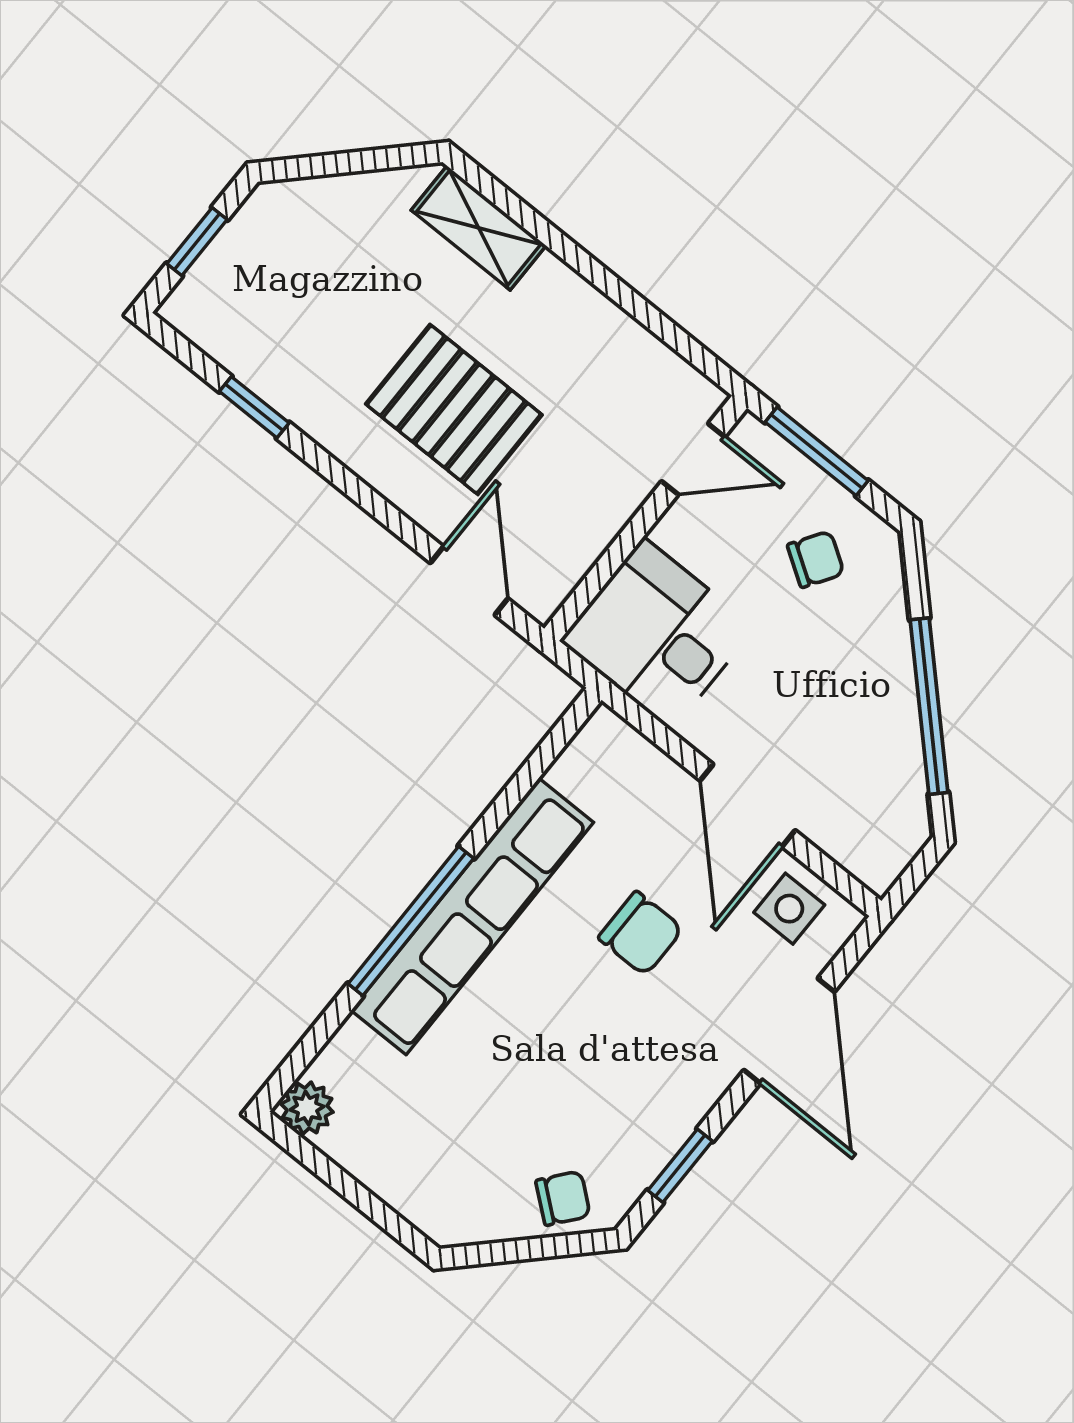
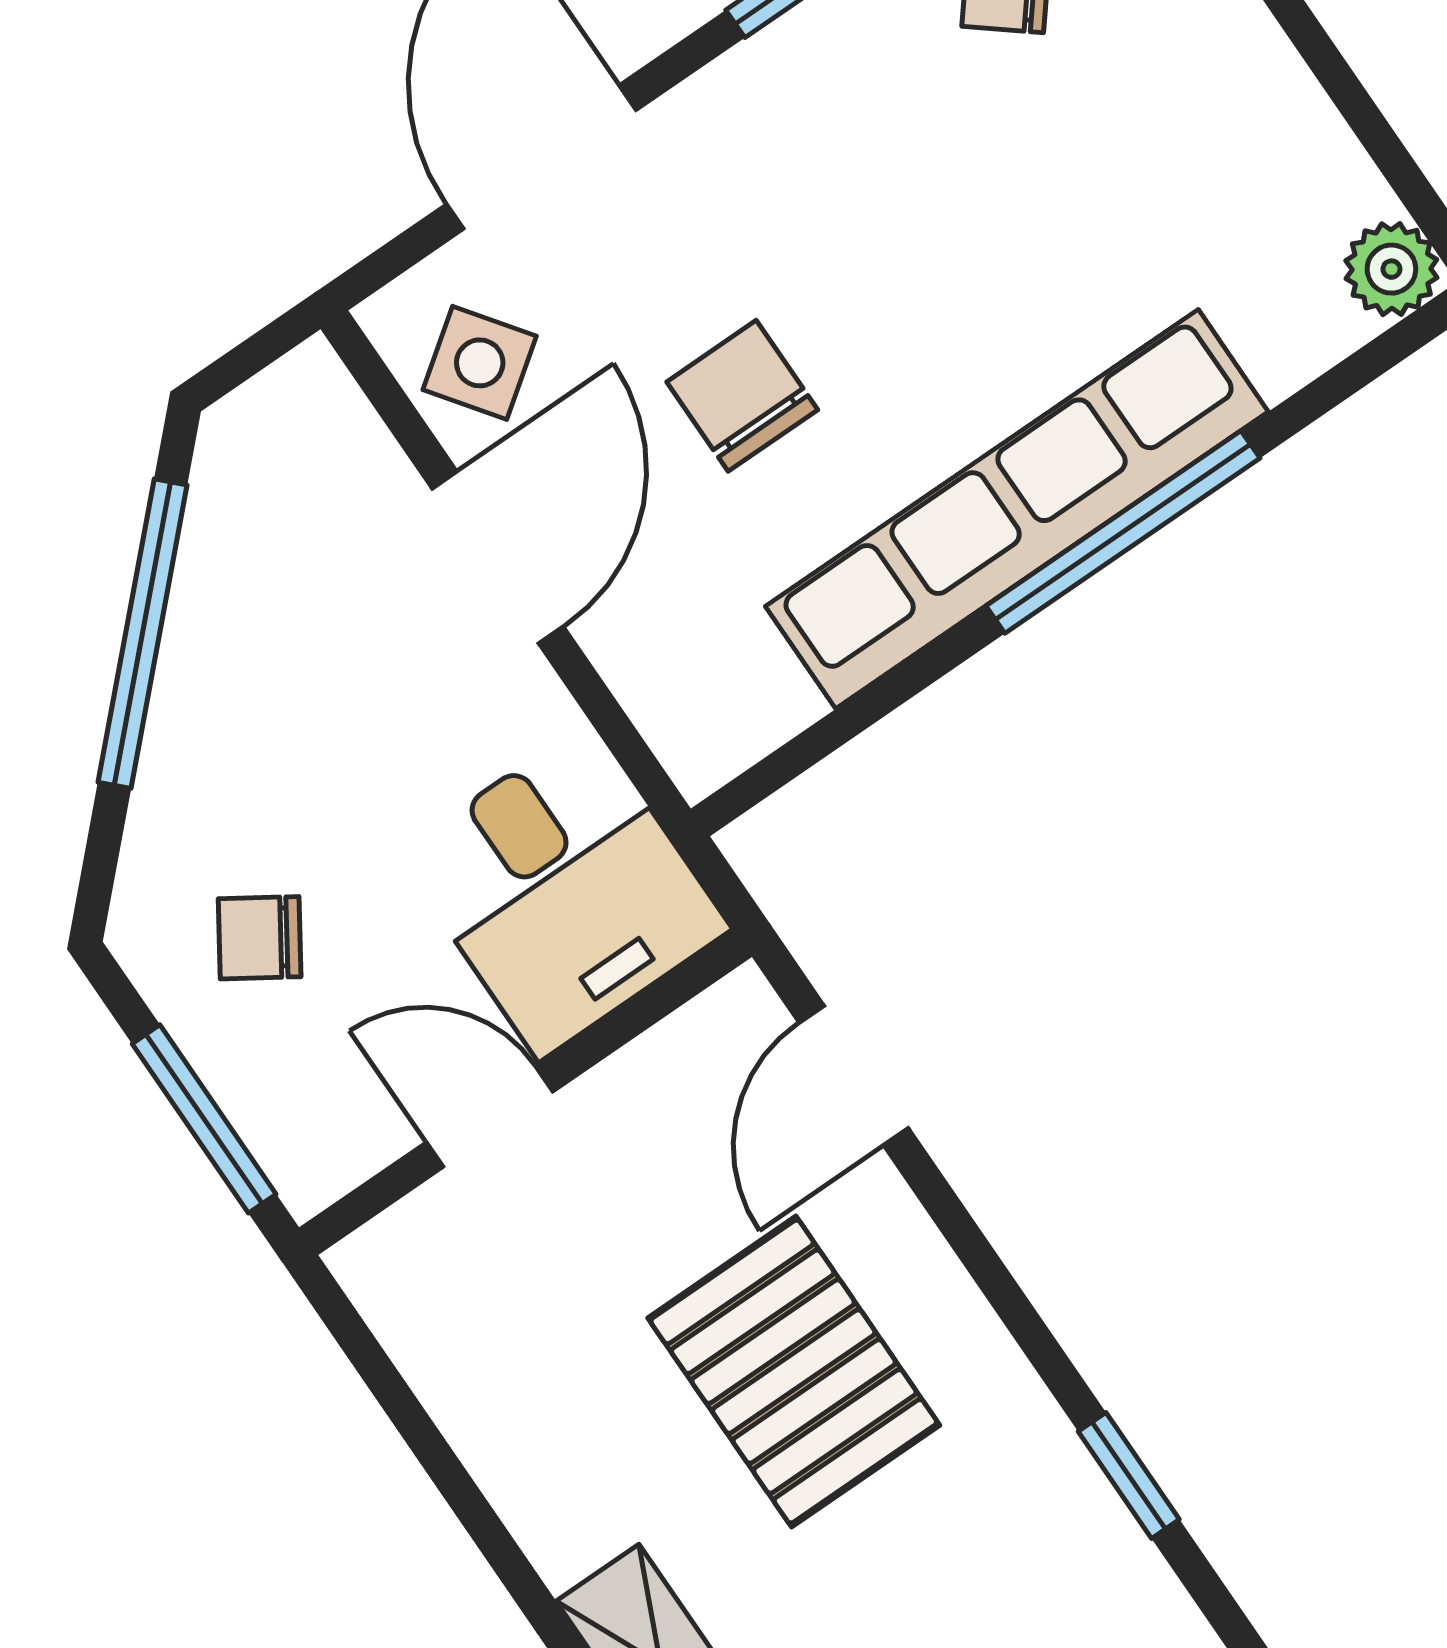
door: (693, 459) -> (490, 1117), moved
side table: (789, 909) -> (480, 363), turned -36

